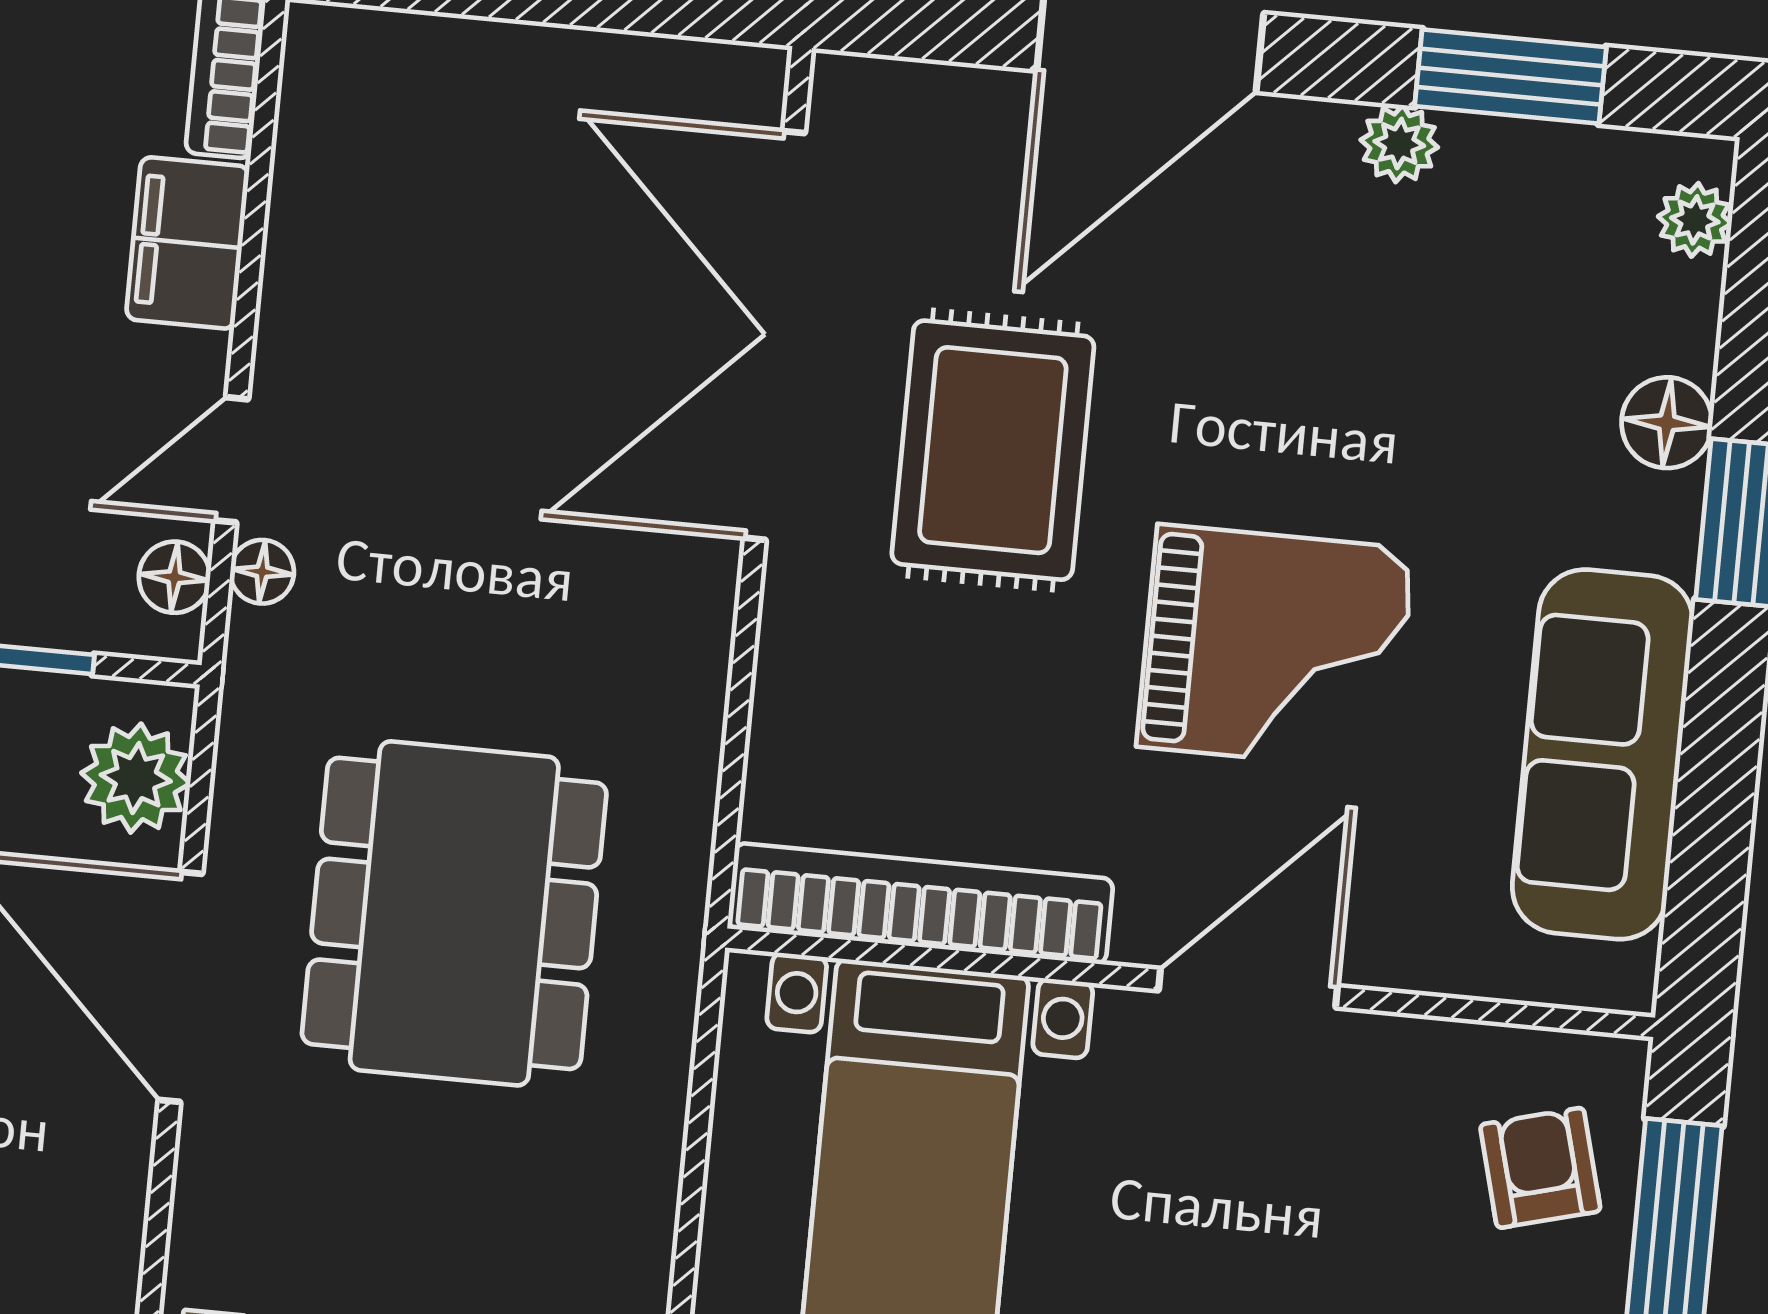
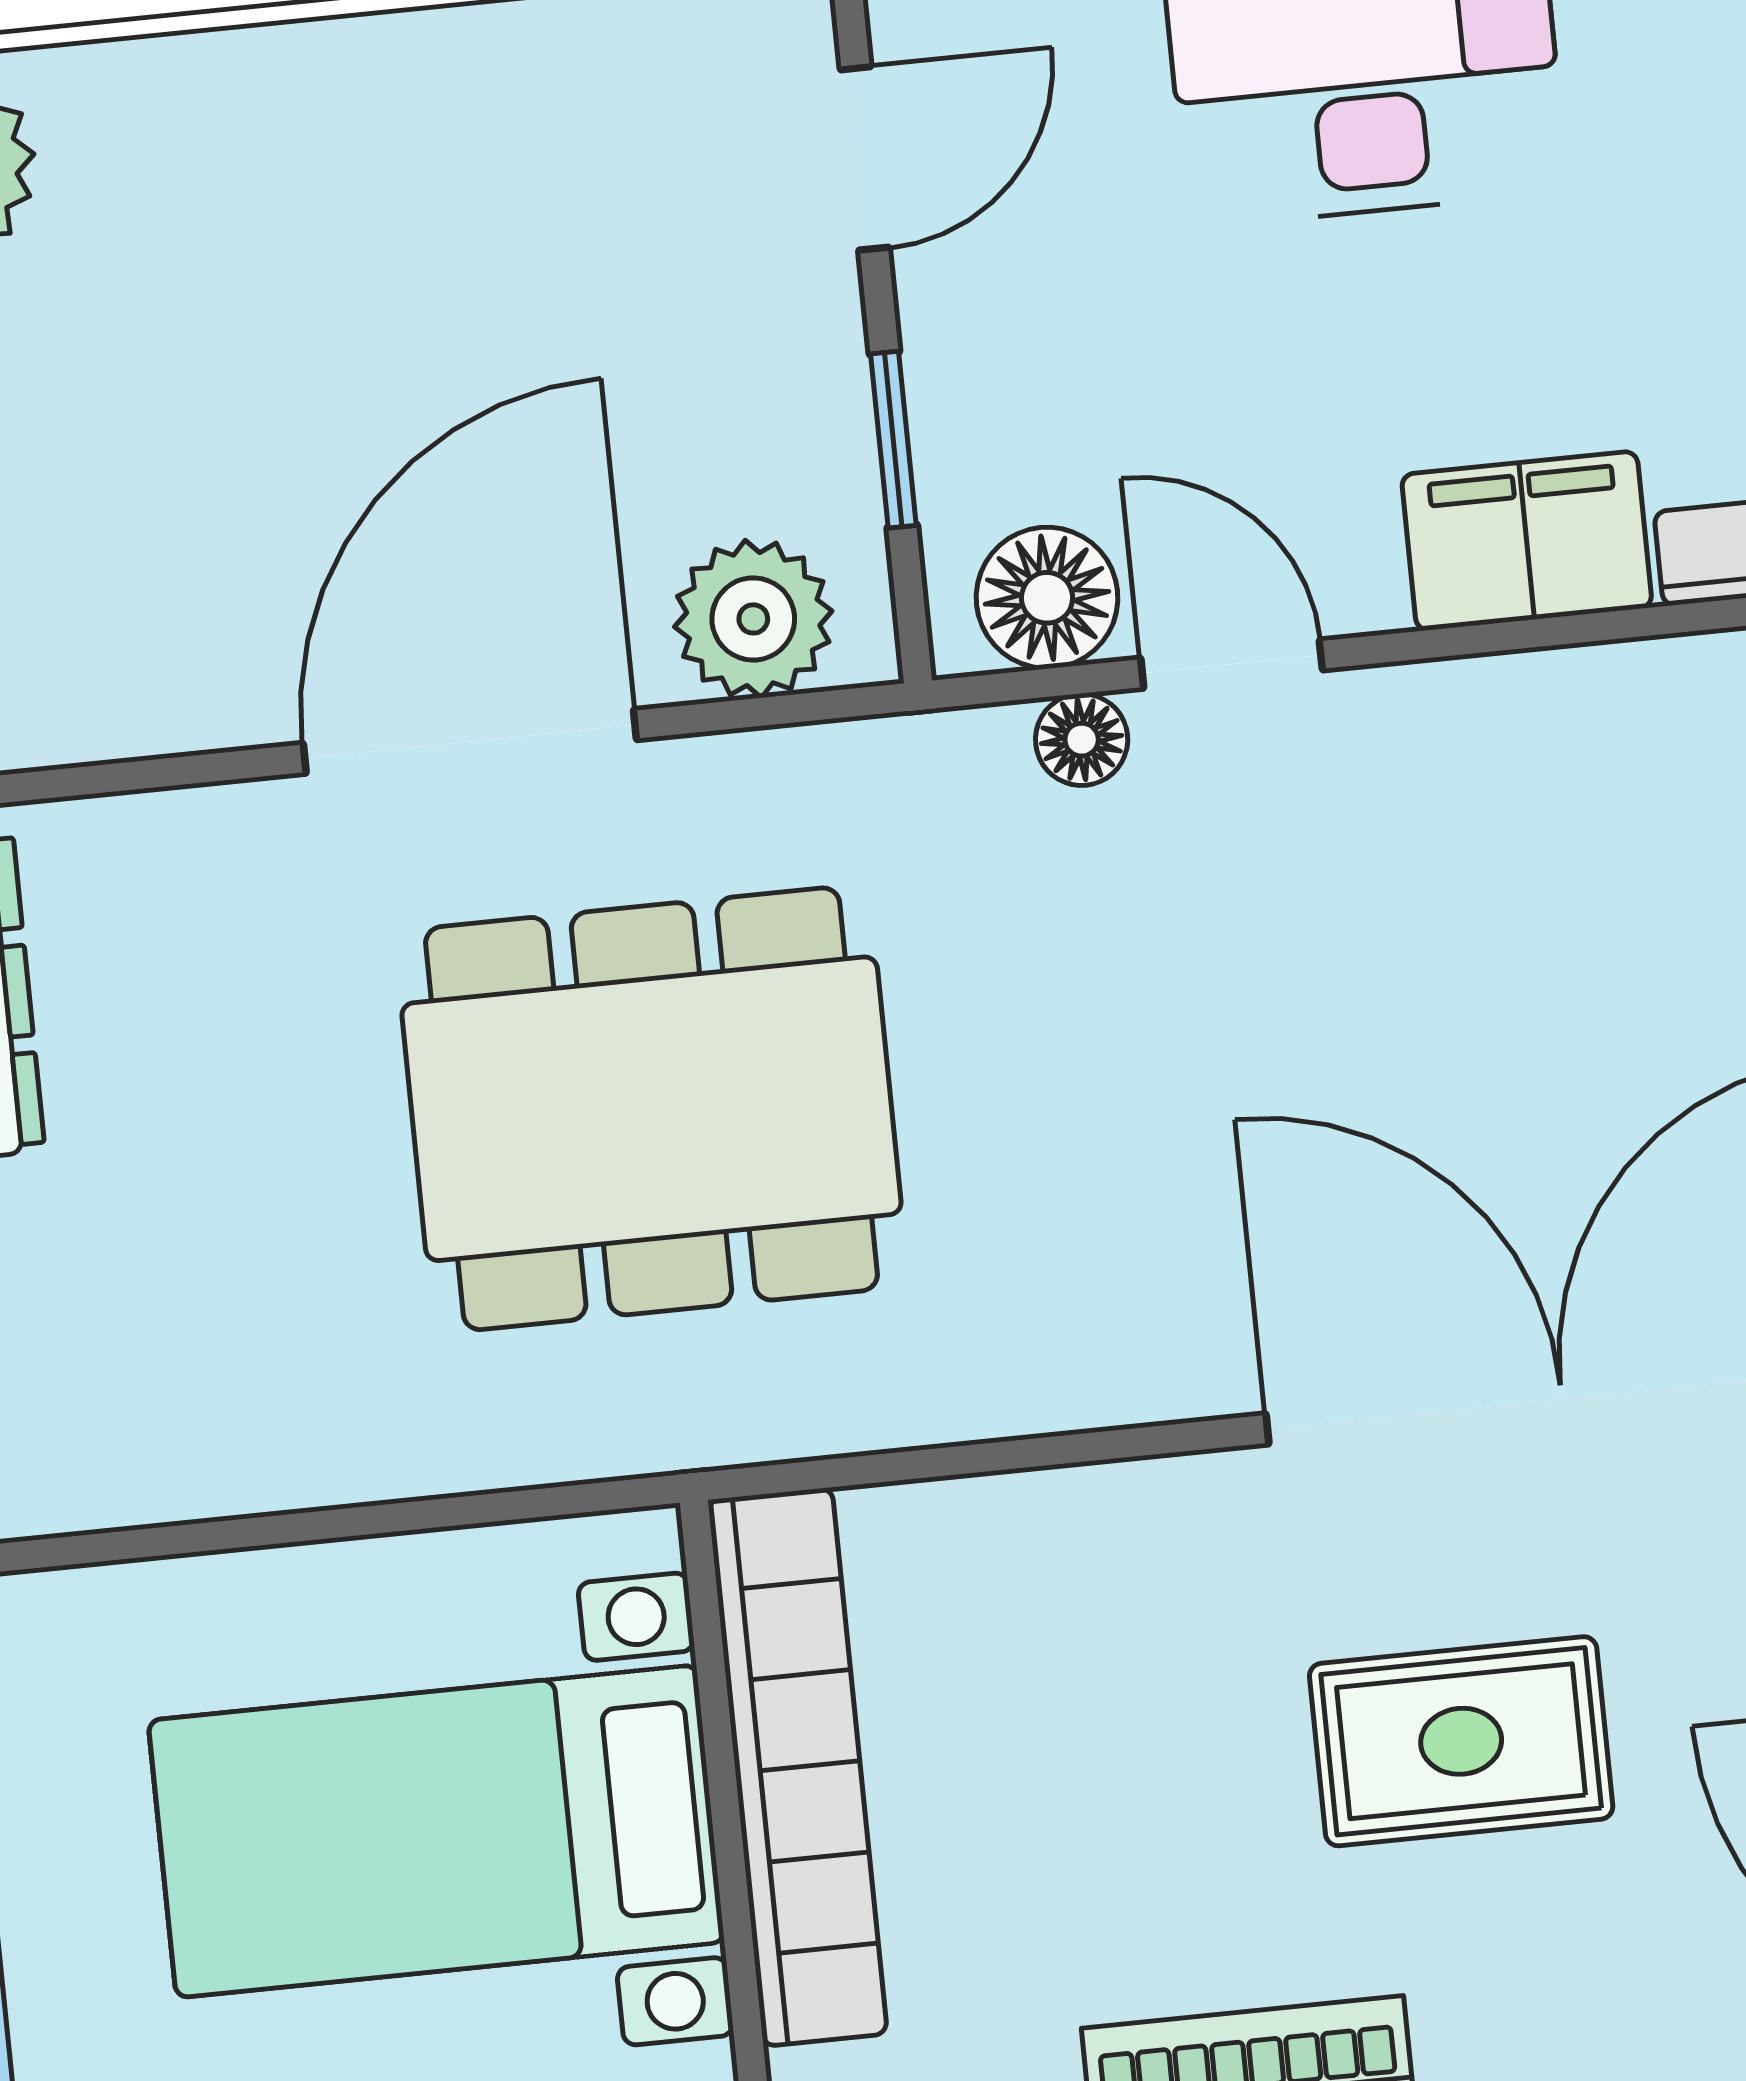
rug: (993, 450) -> (1461, 1741), width x0.73, depth x0.70
floor lamp: (174, 577) -> (1047, 598), width x1.37, depth x1.37

